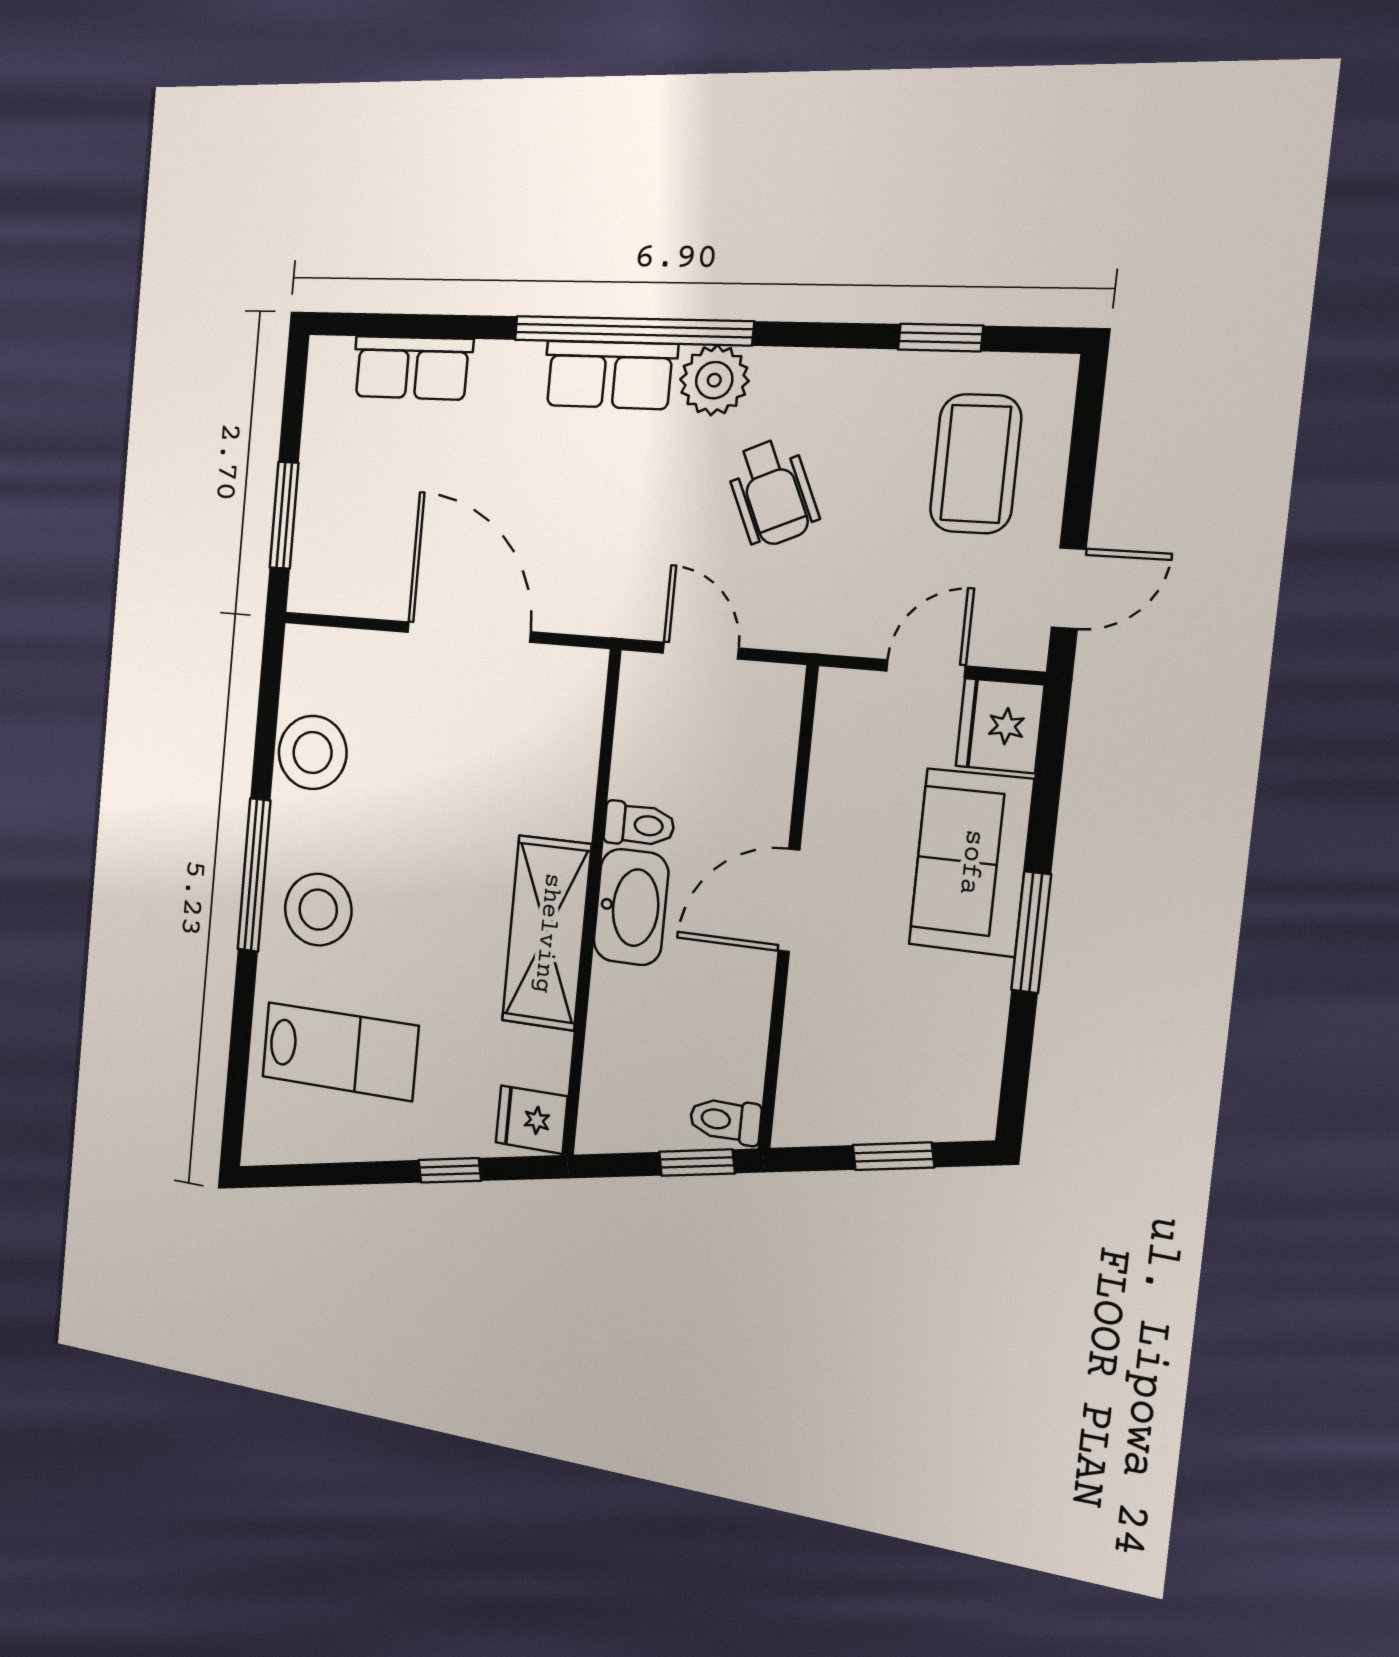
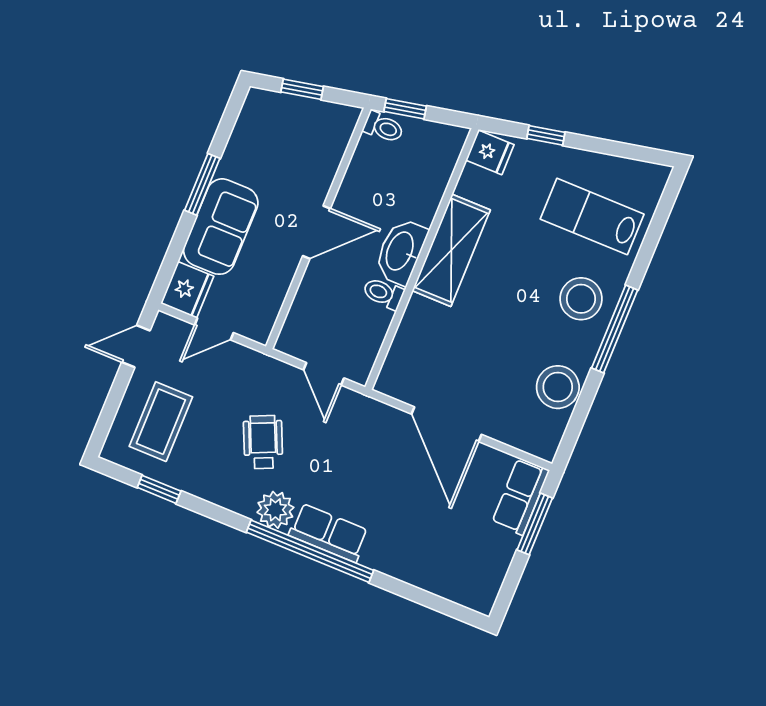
row of seats: (412, 368) -> (521, 496), moved, turned -90

